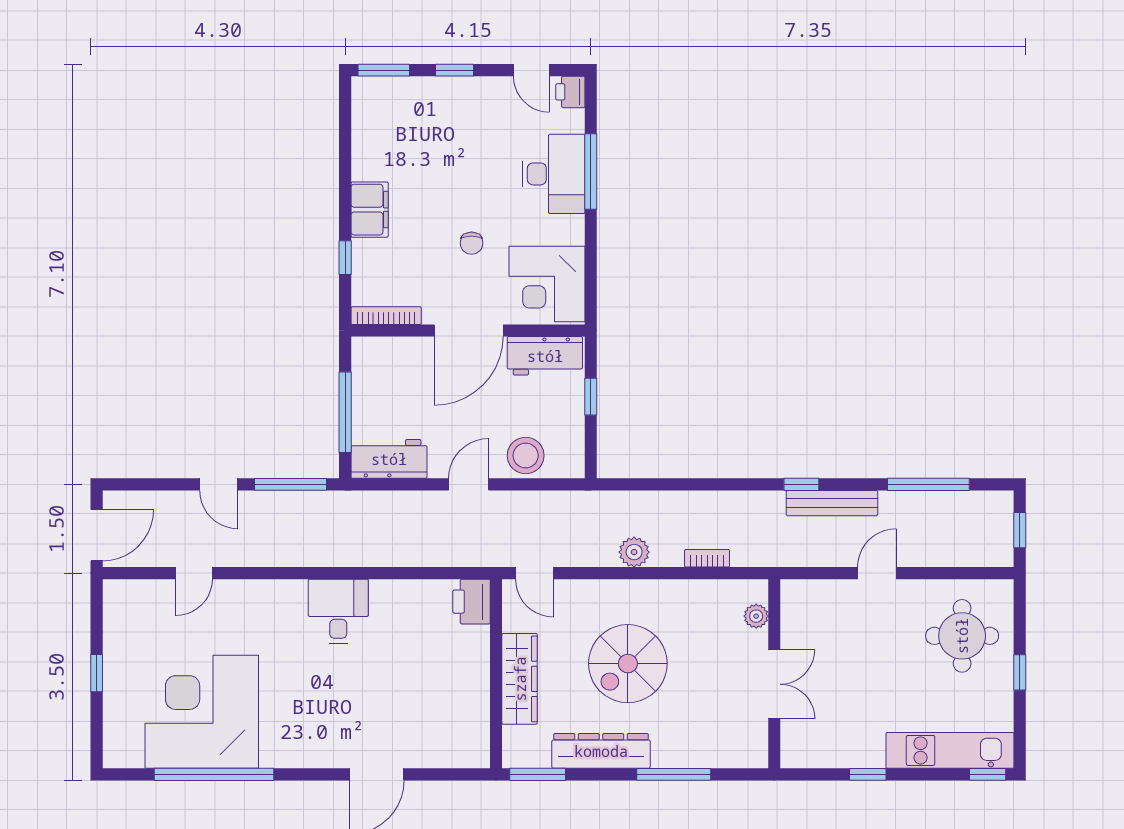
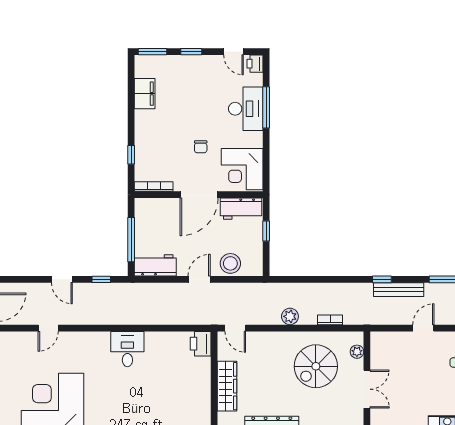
filing cabinet: (370, 210) -> (145, 94), moved
window: (291, 484) -> (101, 279), width x0.46
spiral stairs: (628, 664) -> (316, 366), moved

